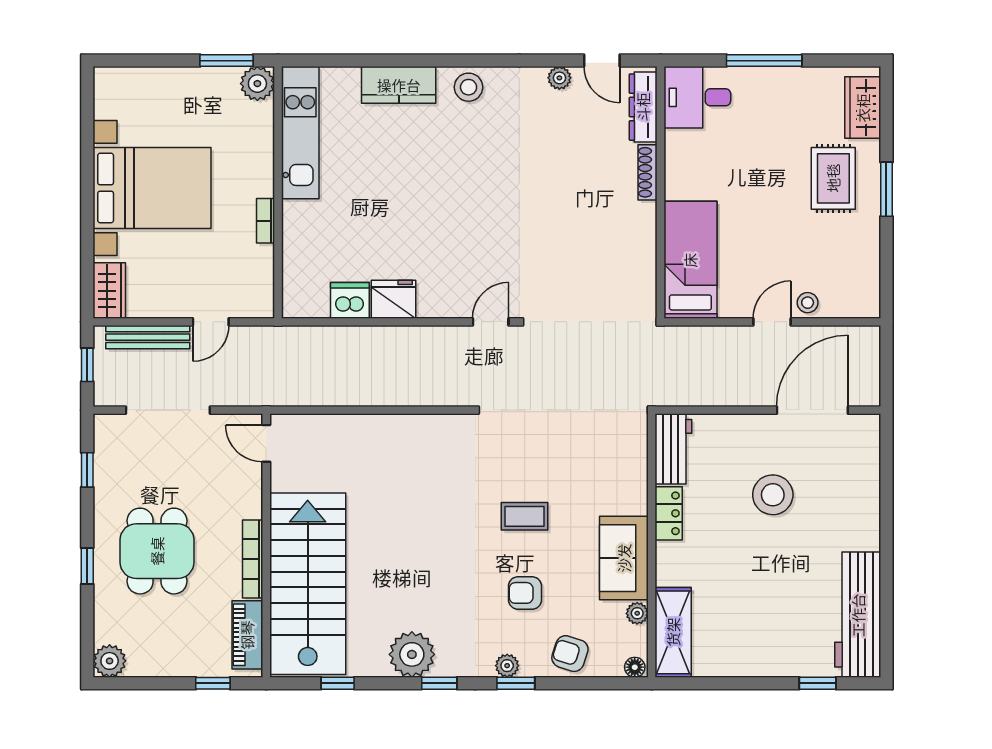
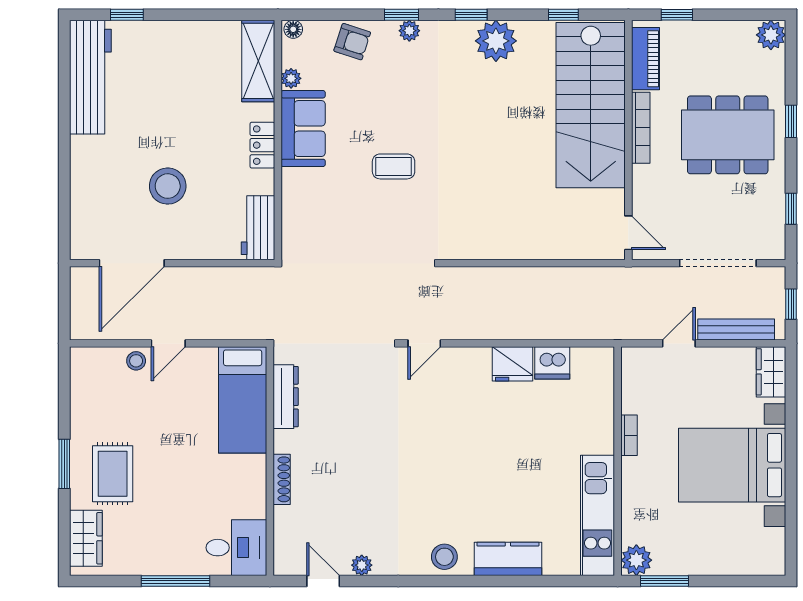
dresser: (643, 107) -> (286, 397), moved
locker: (669, 513) -> (262, 145), moved
dining table: (157, 551) -> (728, 135), width x1.38
armchair: (525, 593) -> (393, 97), removed

